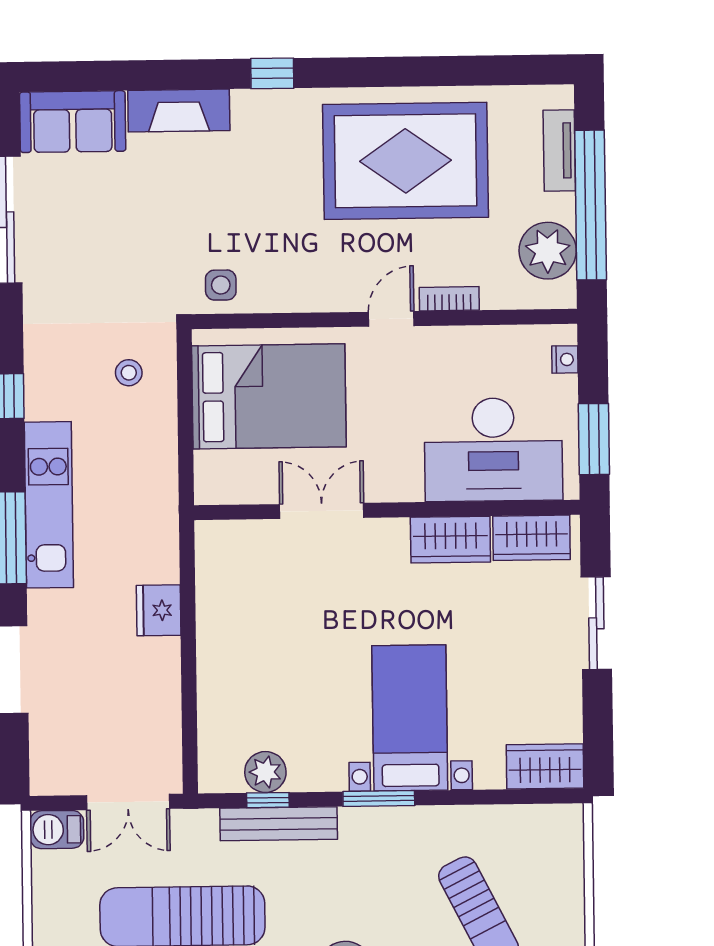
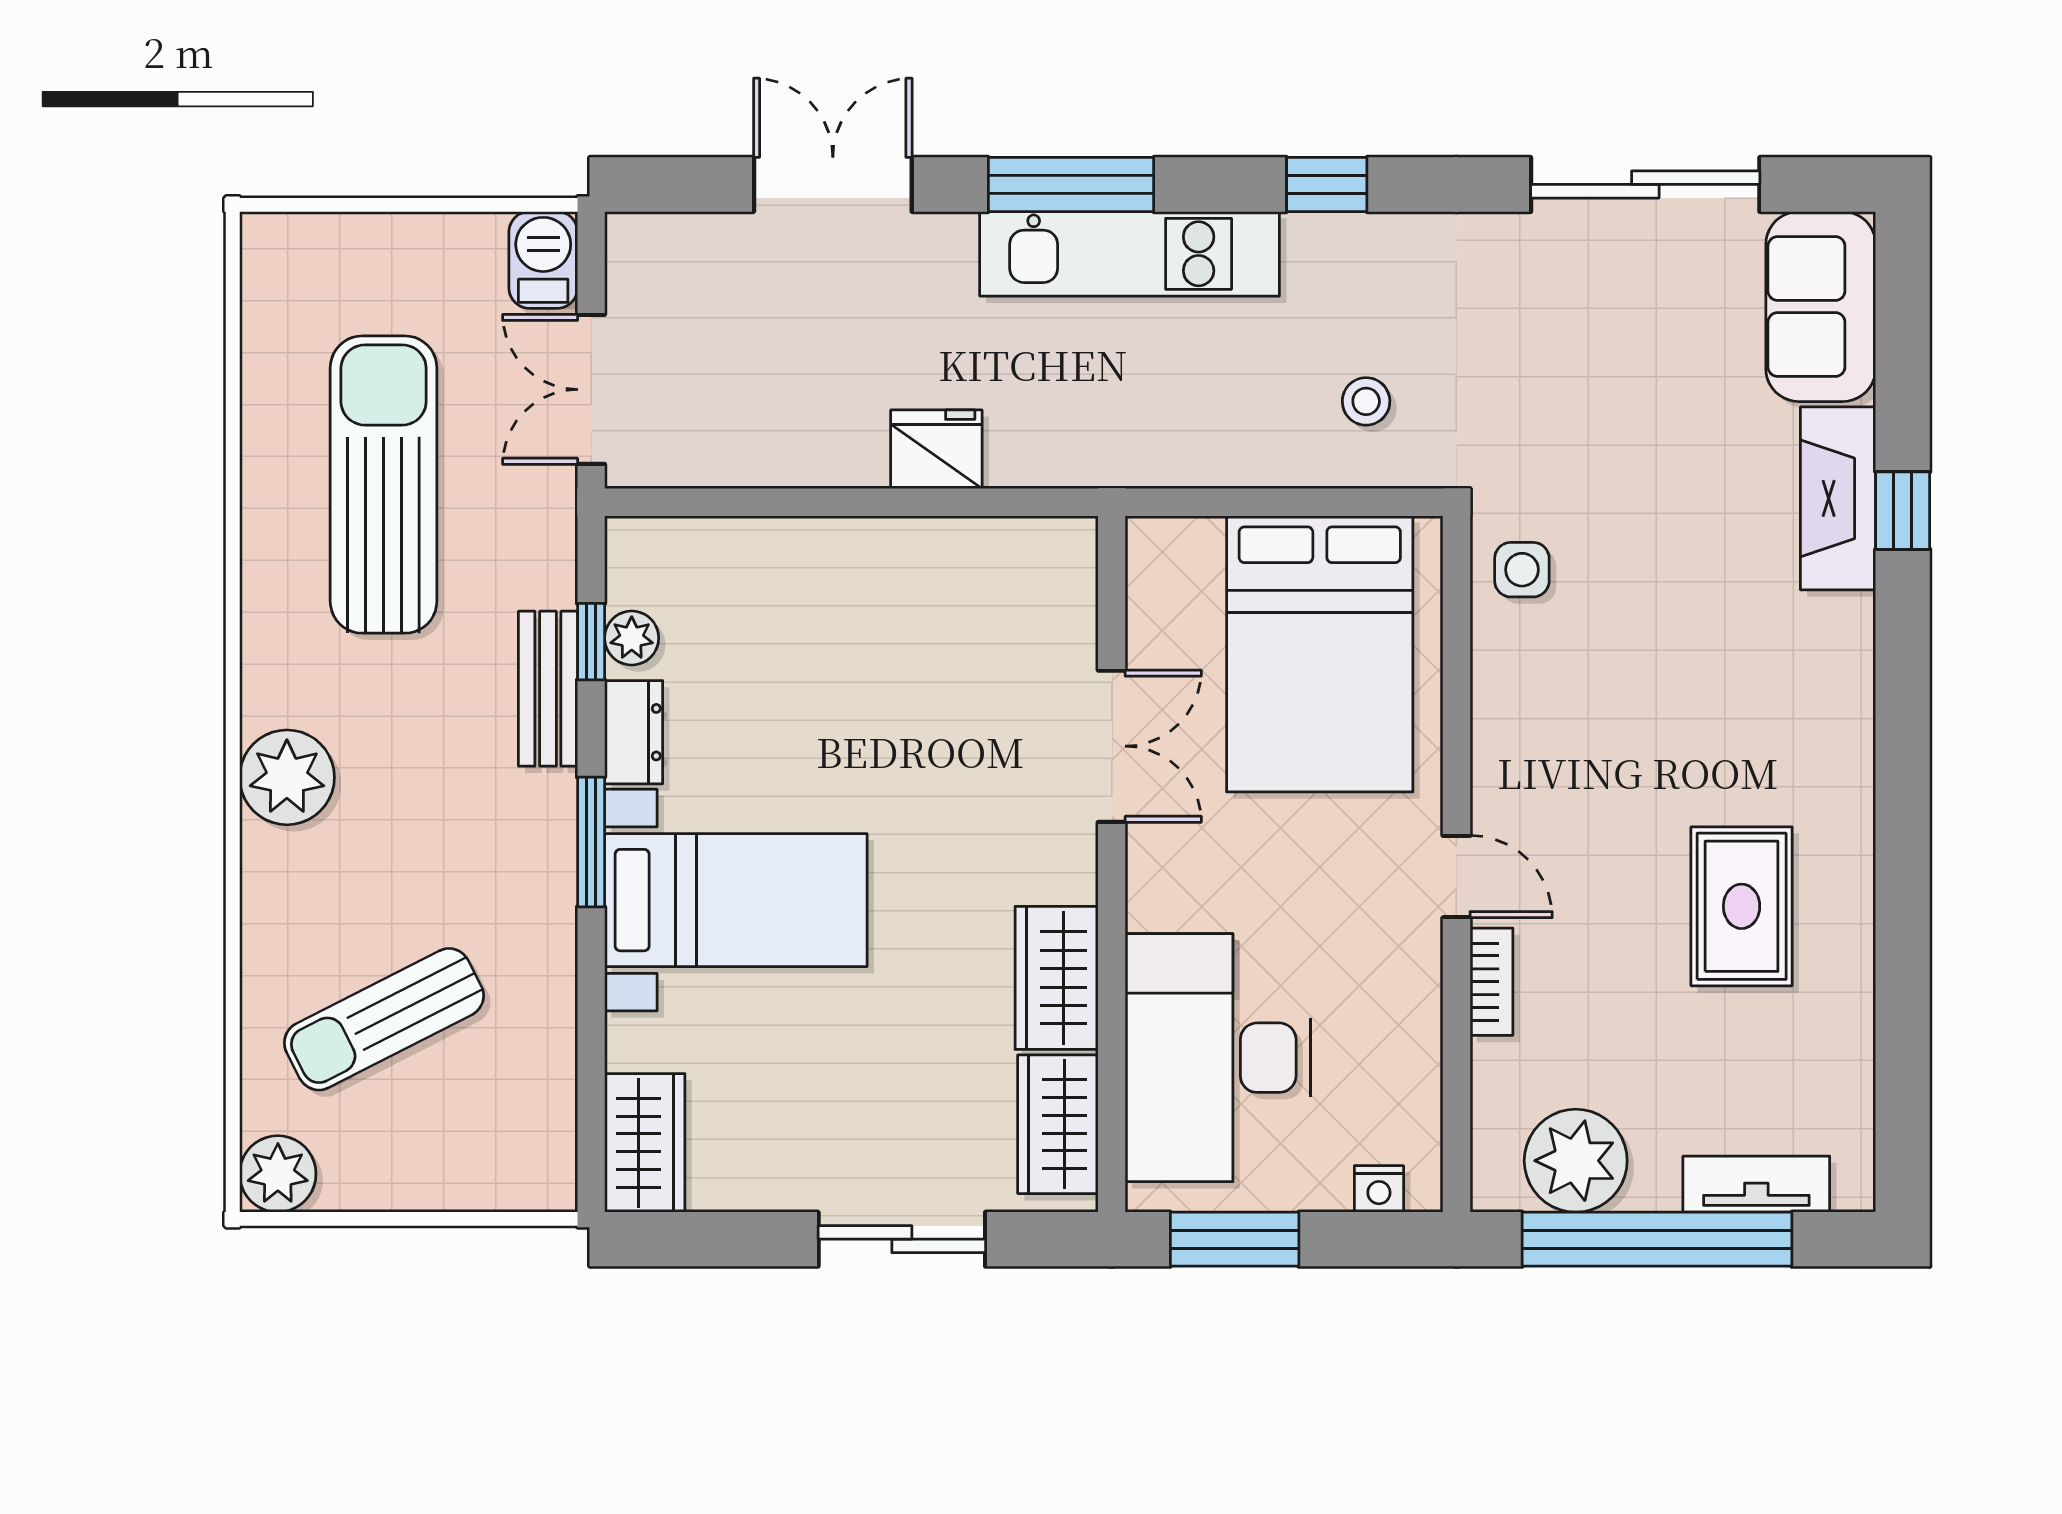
window: (272, 73) -> (1903, 511), moved
rug: (406, 161) -> (1742, 906), width x0.54, depth x0.49
plant: (265, 772) -> (632, 638), width x0.73, depth x0.73
dresser: (318, 776) -> (634, 732), added
bench: (279, 824) -> (548, 689), width x0.73

